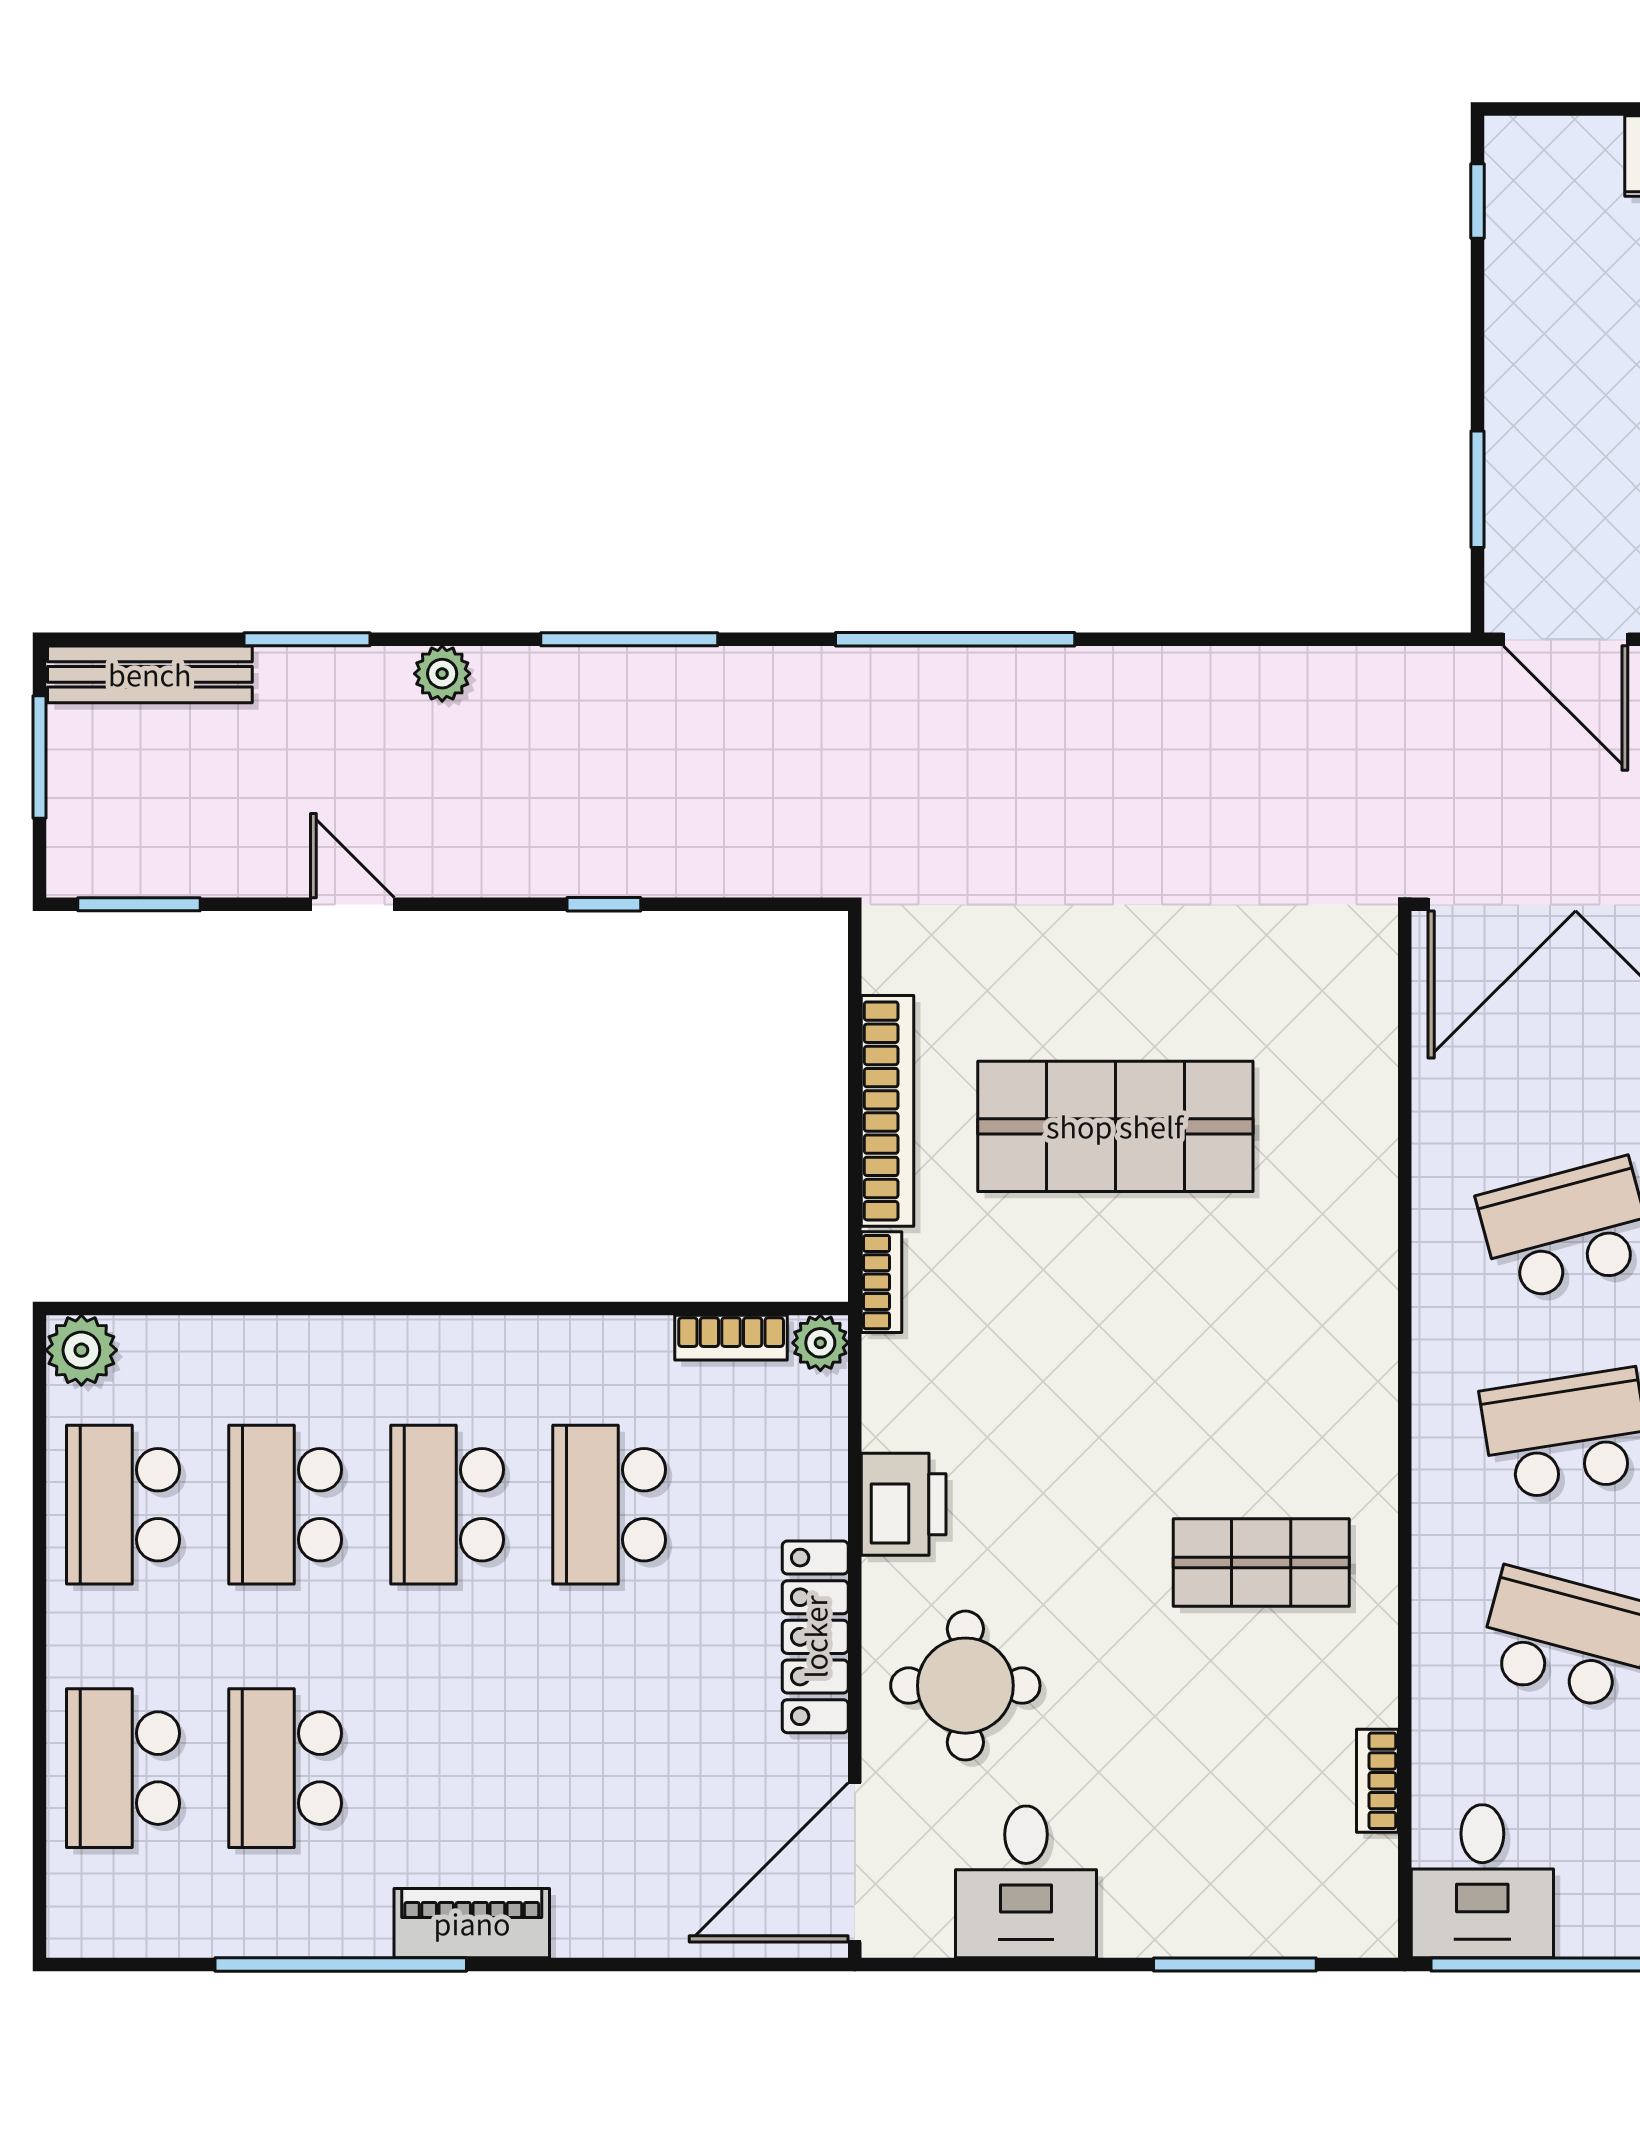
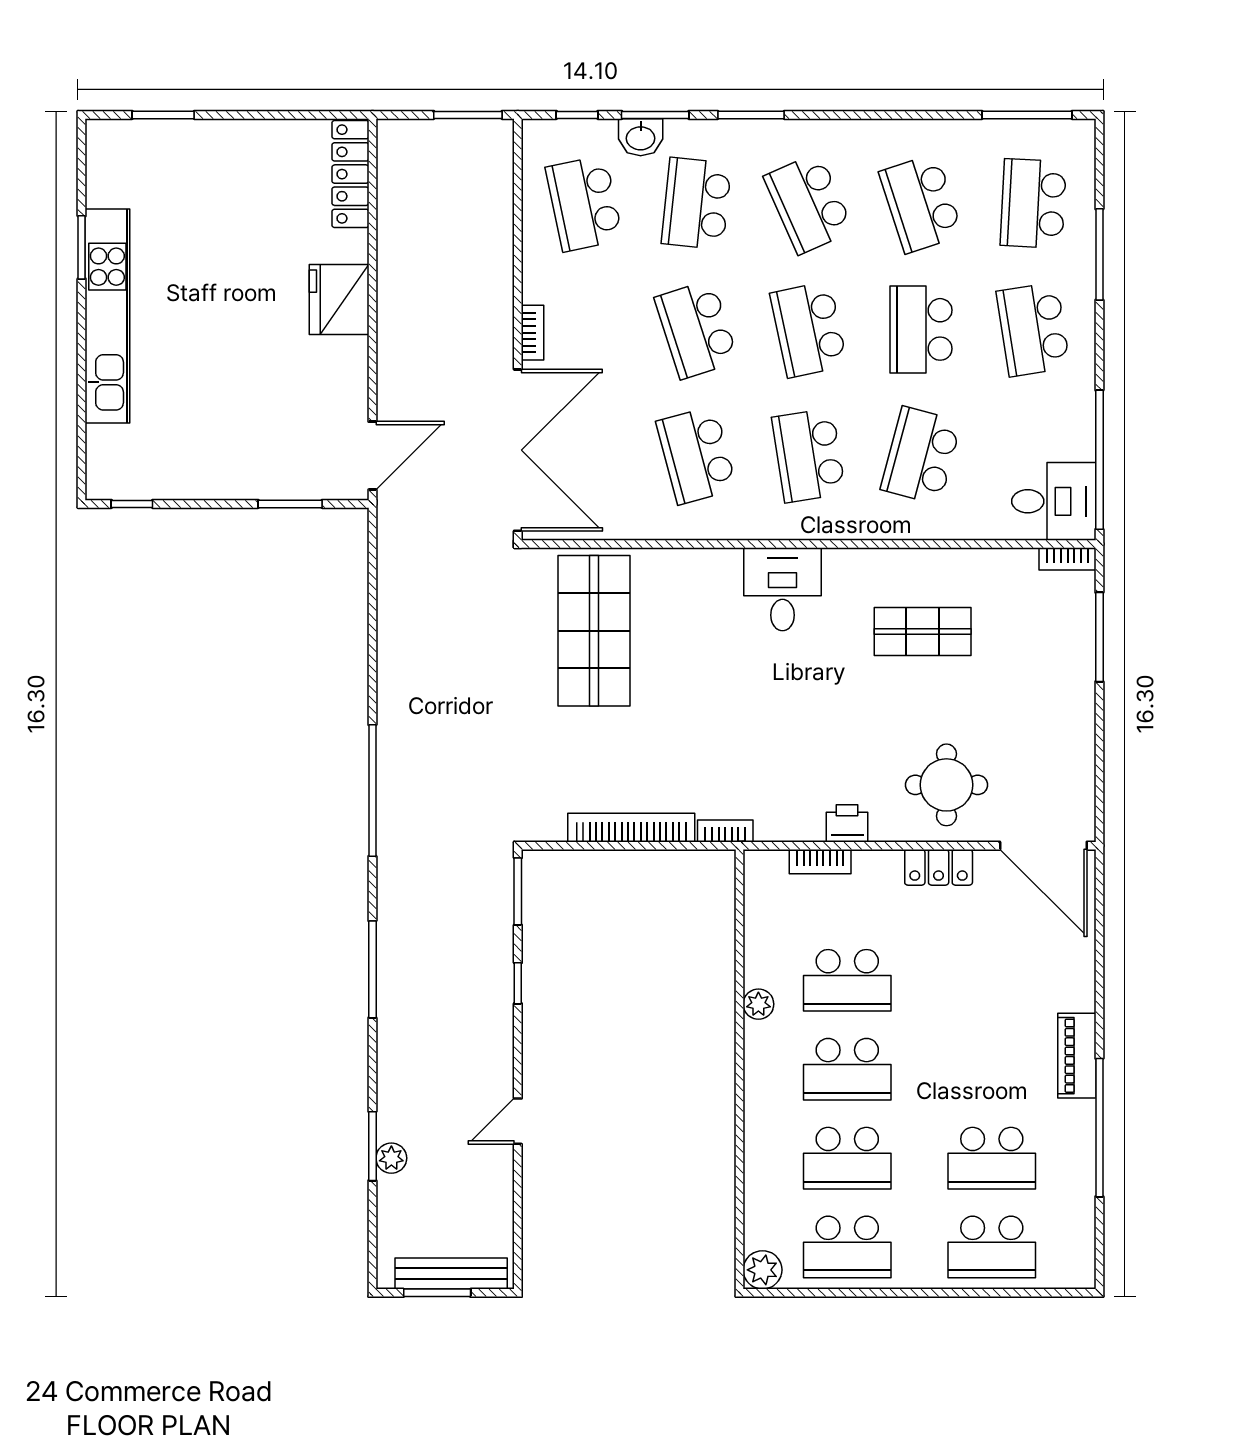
bench: (150, 674) -> (451, 1273), moved, turned 90
plant: (442, 674) -> (391, 1158), moved
window: (139, 904) -> (518, 891), moved
shop shelf: (1115, 1126) -> (594, 631), moved
bookcase: (731, 1338) -> (820, 862), moved, turned 90
plant: (820, 1343) -> (758, 1004), moved
printer: (904, 1504) -> (847, 823), width x0.73, depth x0.81
shop shelf: (1261, 1563) -> (923, 632), moved, turned 90
locker: (815, 1637) -> (939, 867), width x0.66
bookcase: (1377, 1781) -> (1068, 559), moved
desk: (1026, 1882) -> (782, 589), moved, turned -90

